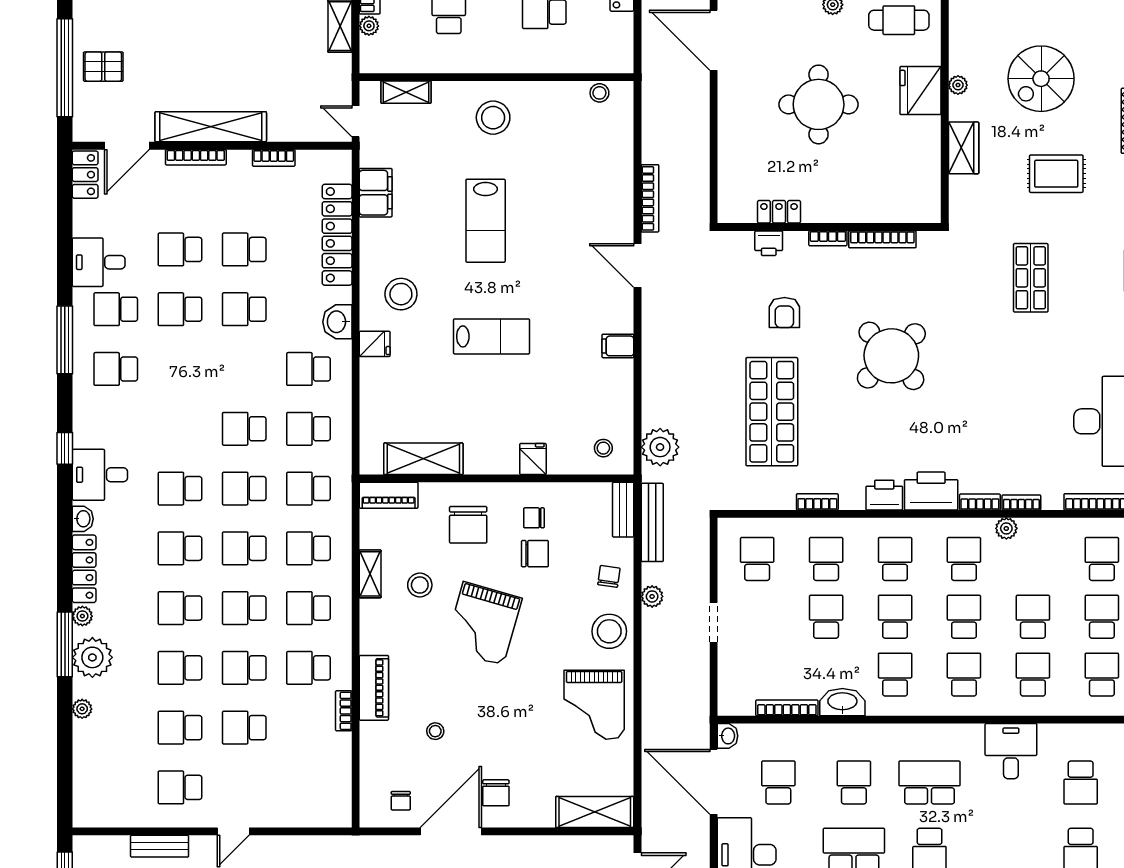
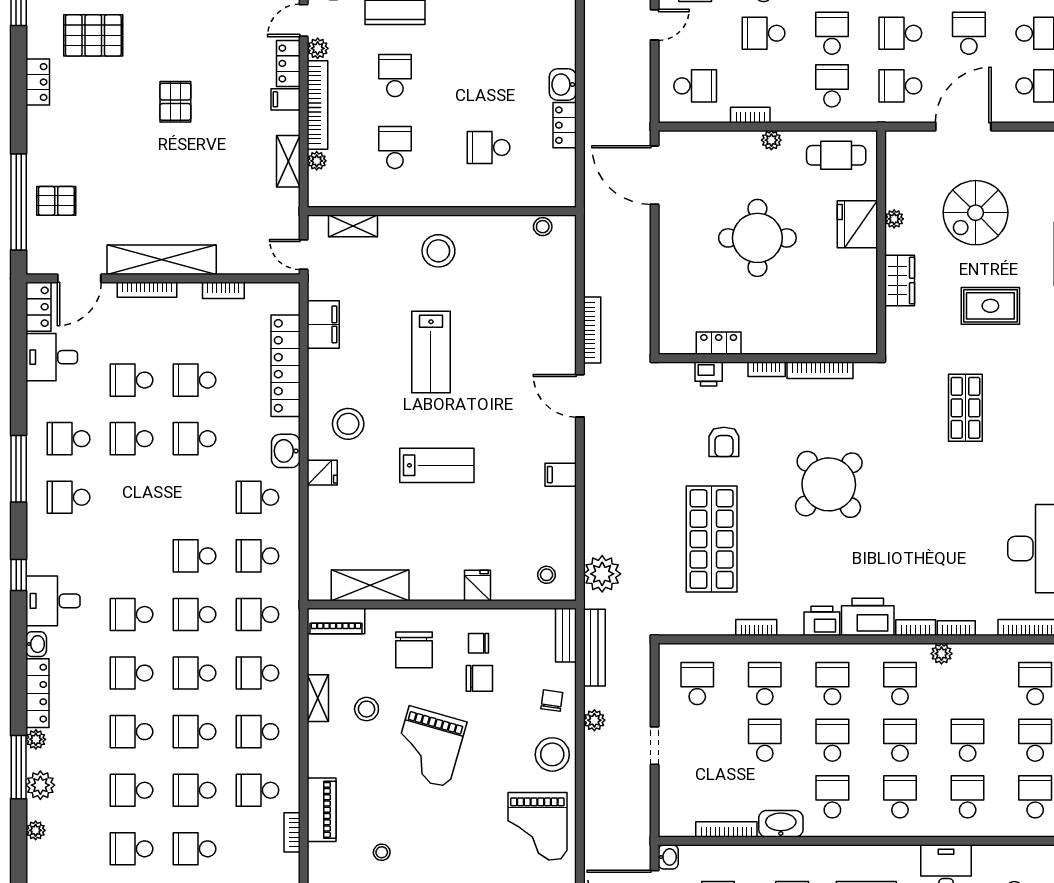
desk: (99, 262) -> (52, 357), moved
plant: (92, 657) -> (40, 785), width x0.73, depth x0.73

